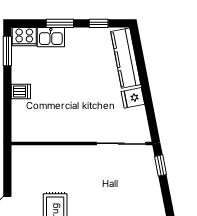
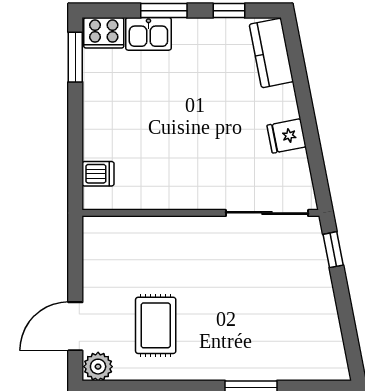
kitchen counter: (126, 58) -> (271, 53), width x0.67
dishwasher: (21, 91) -> (98, 174), moved

